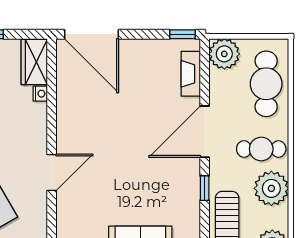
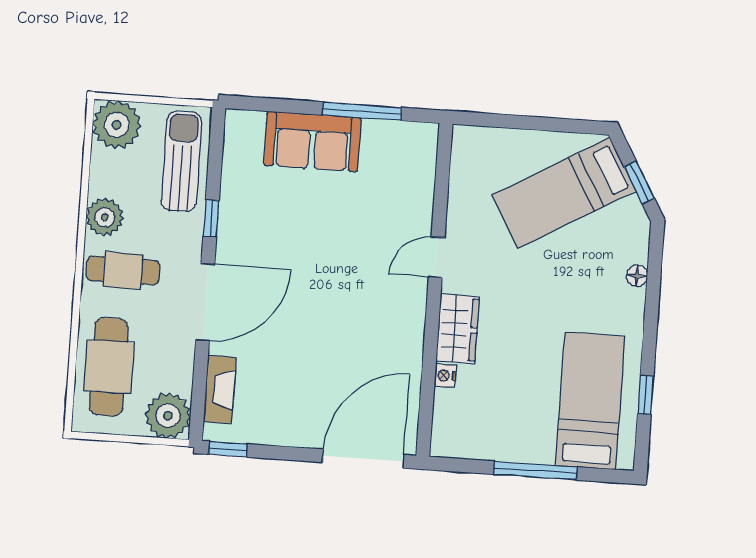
door: (91, 34) -> (363, 459), hinge flipped
wardrobe: (34, 62) -> (458, 329), moved
door: (52, 173) -> (437, 257), width x0.73
plant: (271, 188) -> (105, 217), width x0.73, depth x0.73

